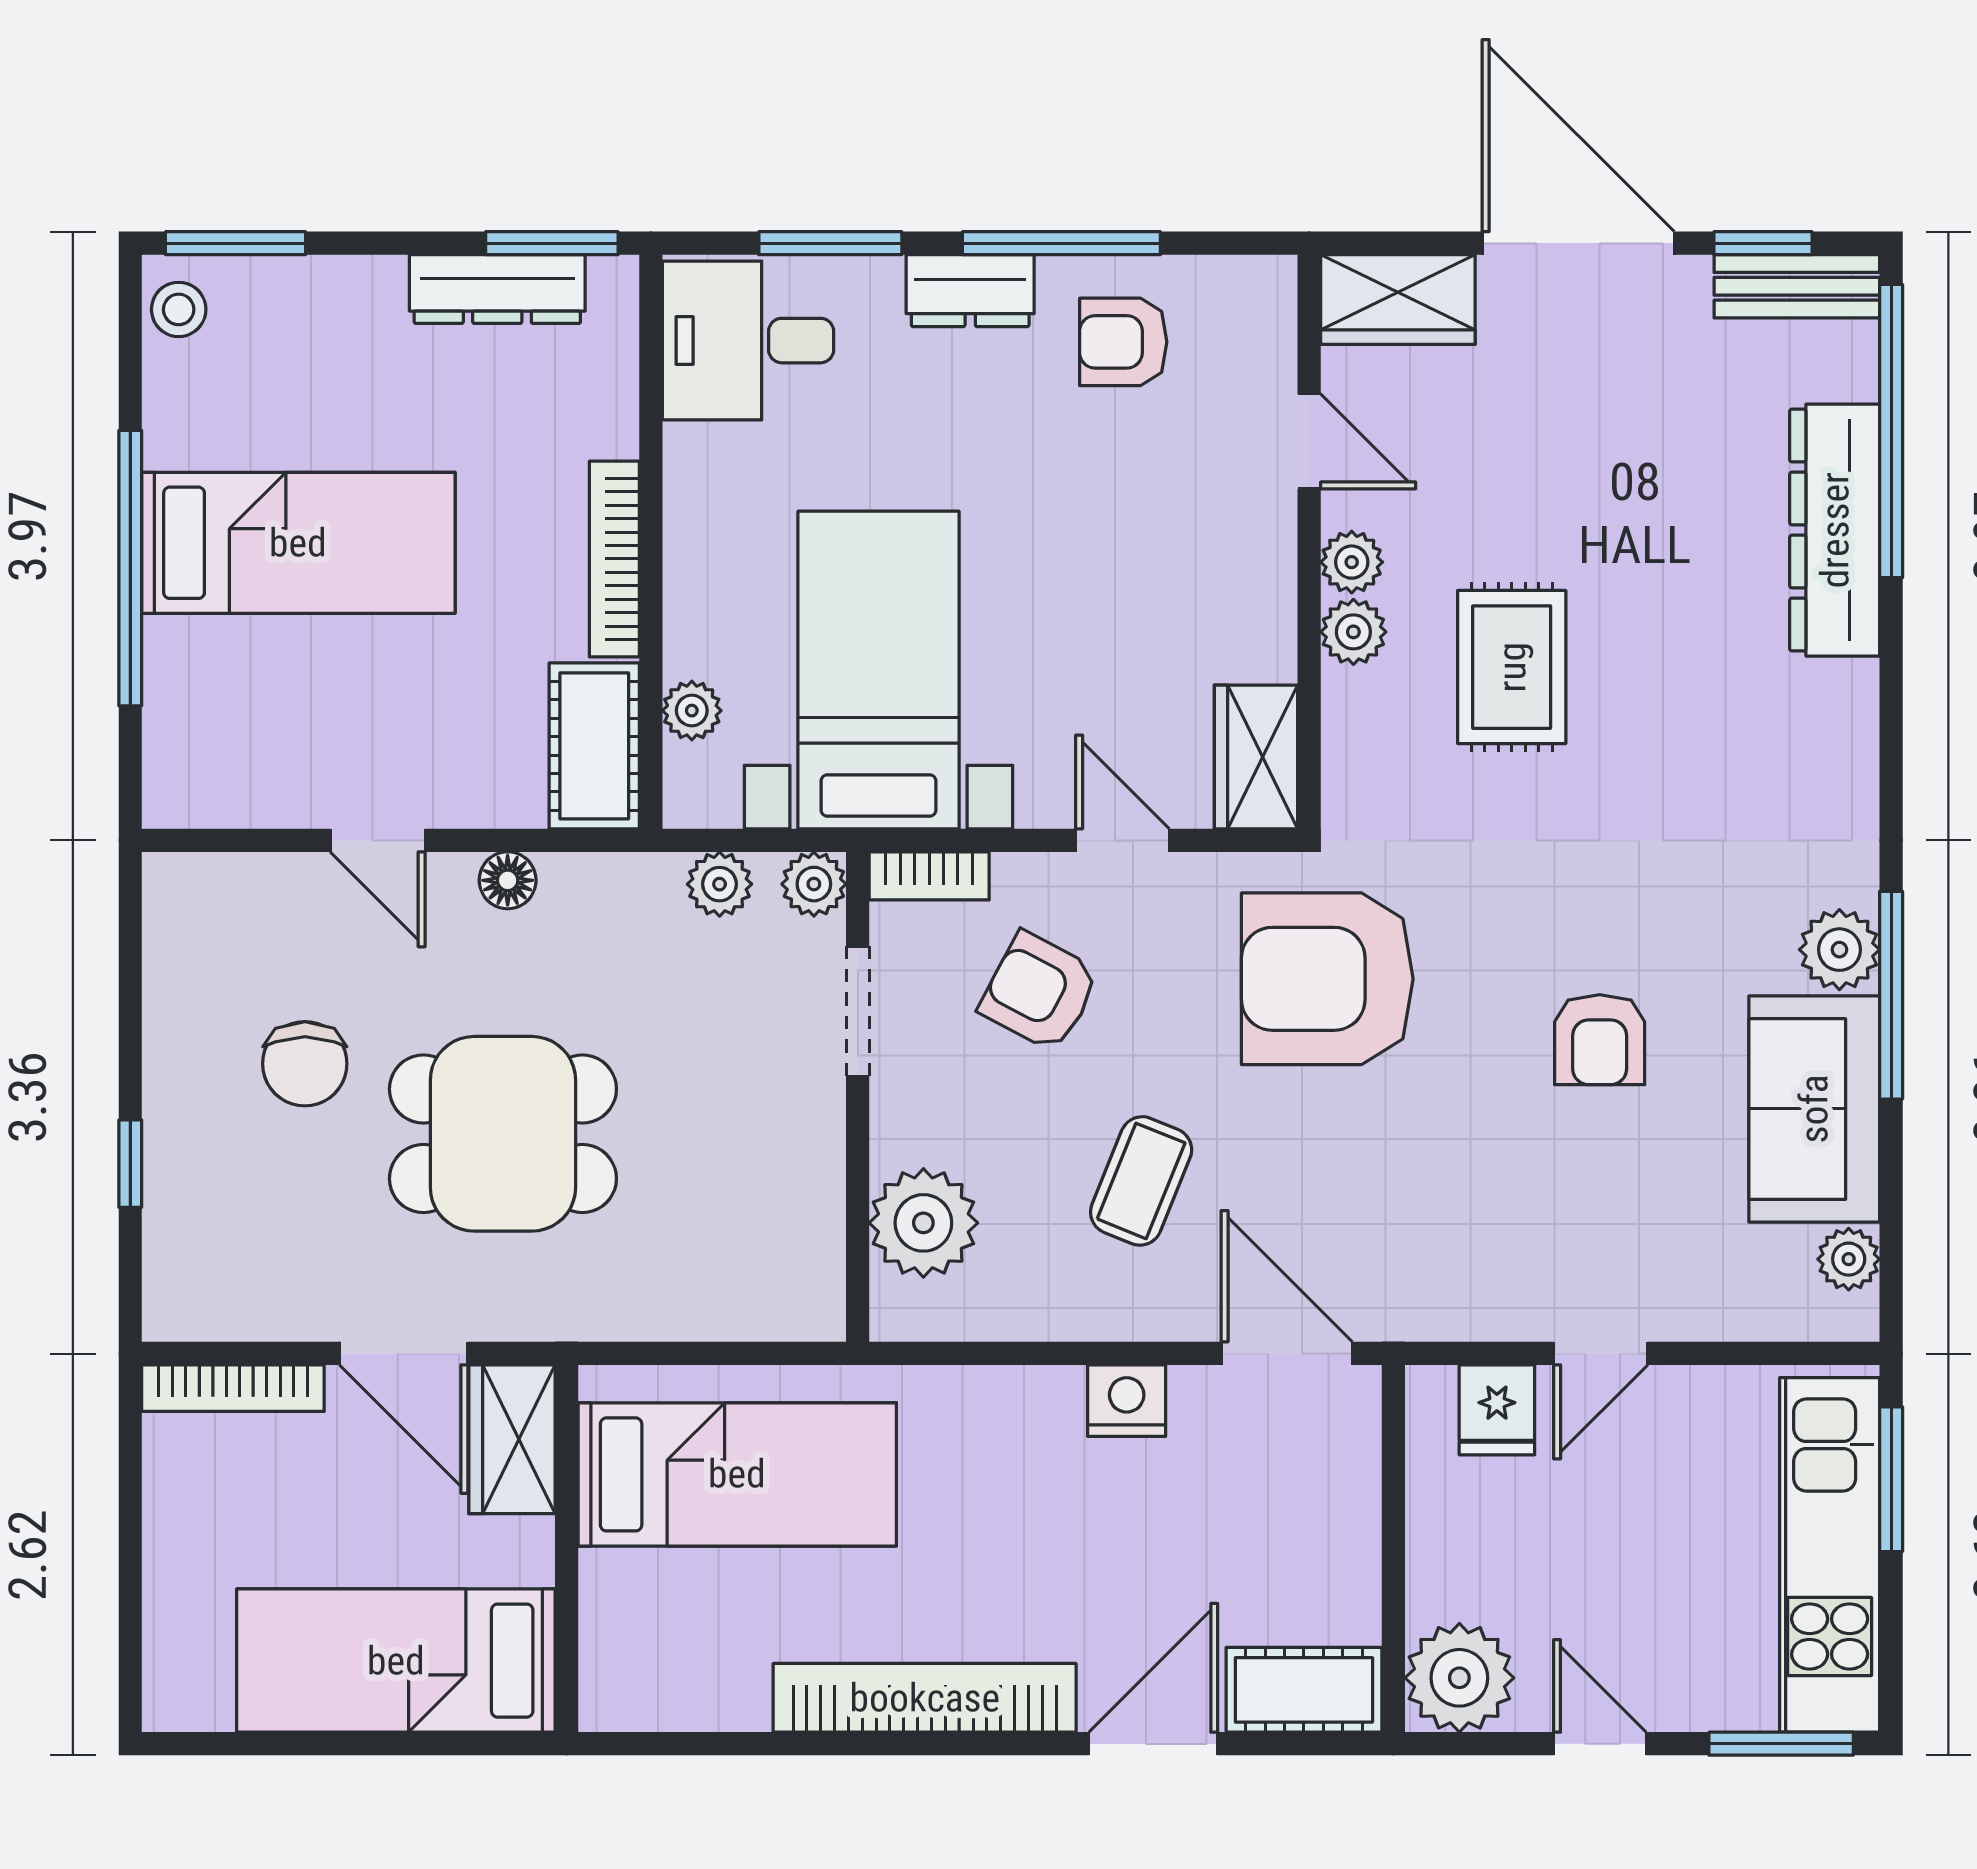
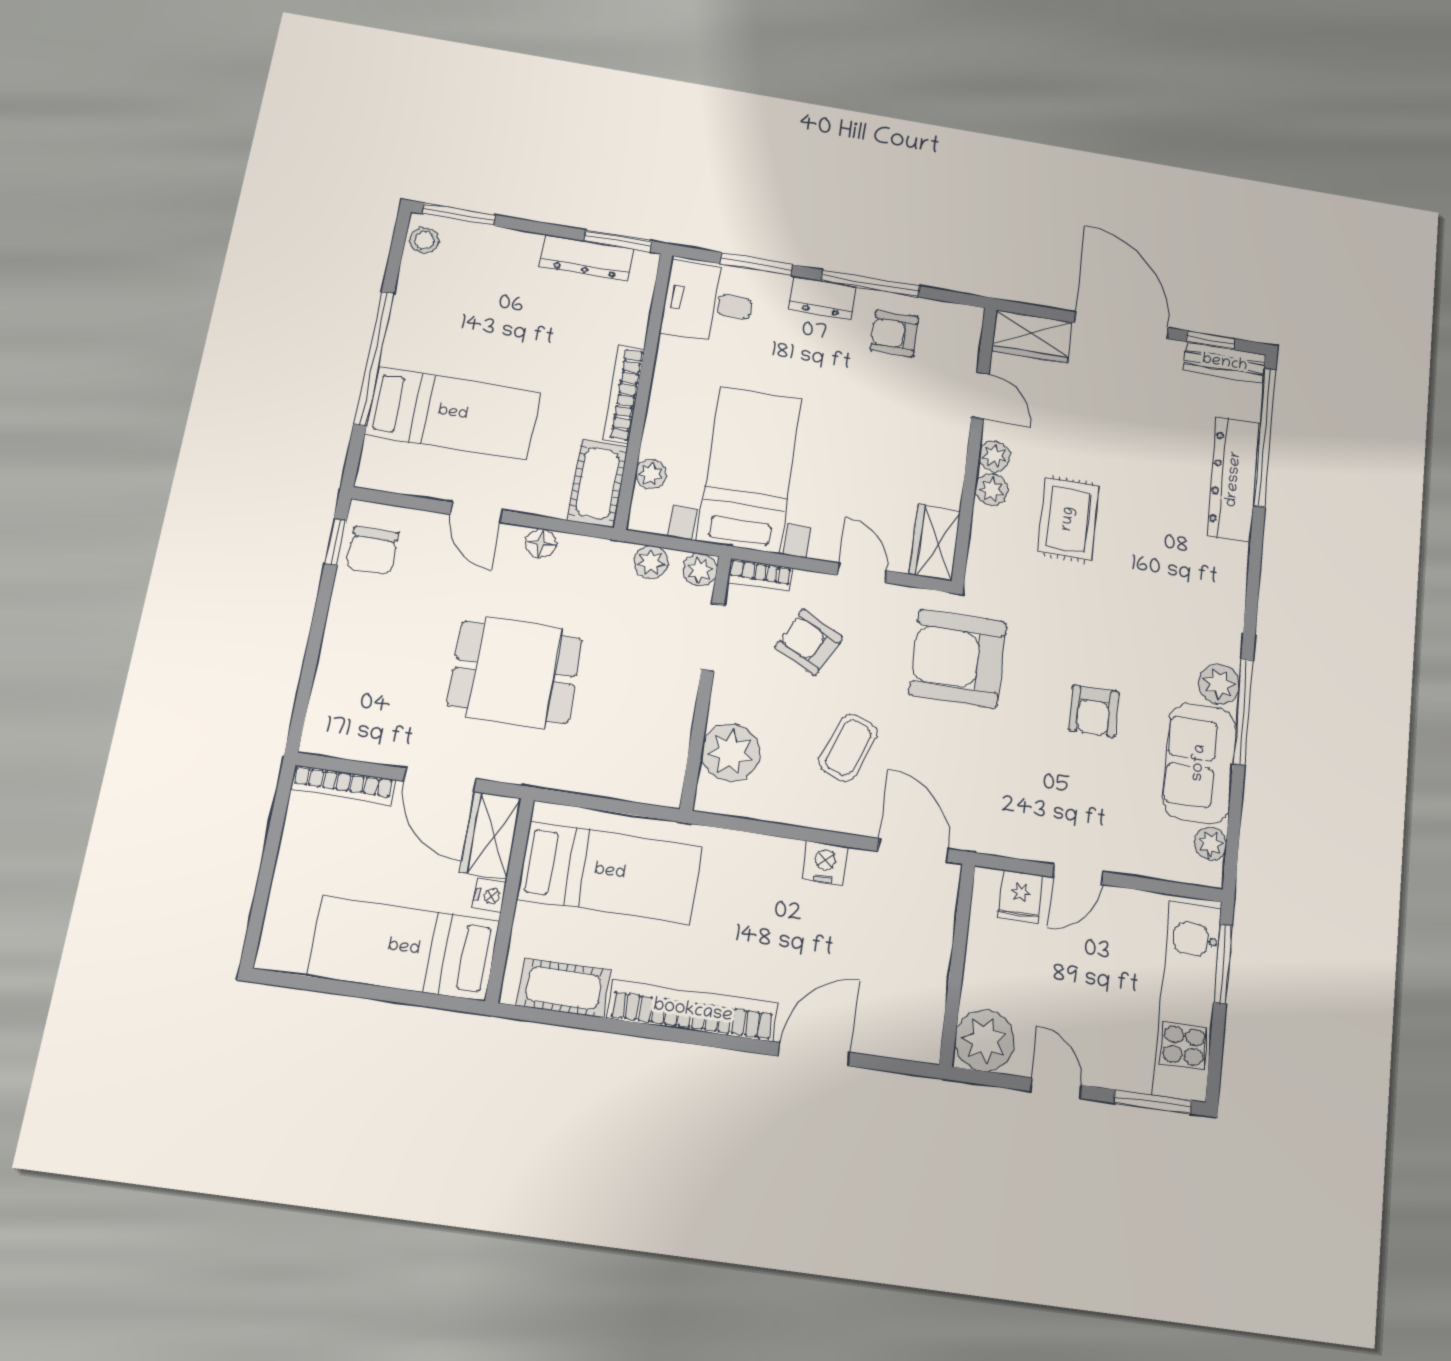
bed: (298, 543) -> (453, 413), moved
chair: (305, 1064) -> (372, 551), moved
window: (130, 1164) -> (335, 542), moved
nightstand: (530, 1547) -> (490, 896), added
cot: (1304, 1690) -> (564, 988), moved

